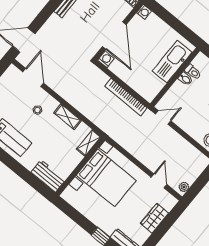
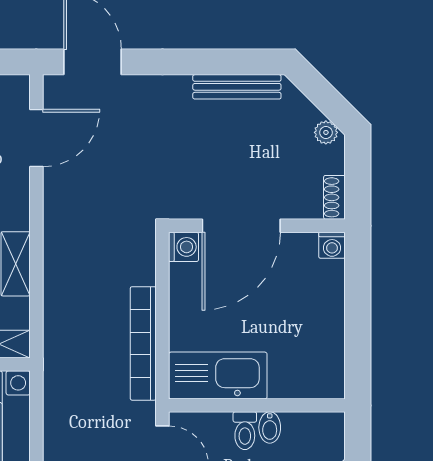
kitchen sink: (172, 62) -> (218, 376), moved
toilet: (193, 72) -> (245, 431), moved

